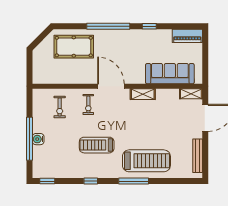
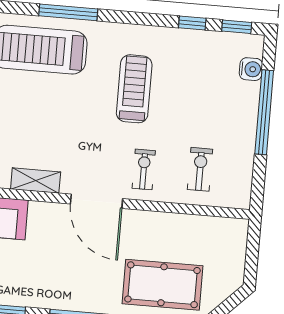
water cooler: (38, 139) -> (251, 69), moved
treadmill: (97, 145) -> (134, 89), turned -90
window: (91, 181) -> (192, 23), moved

